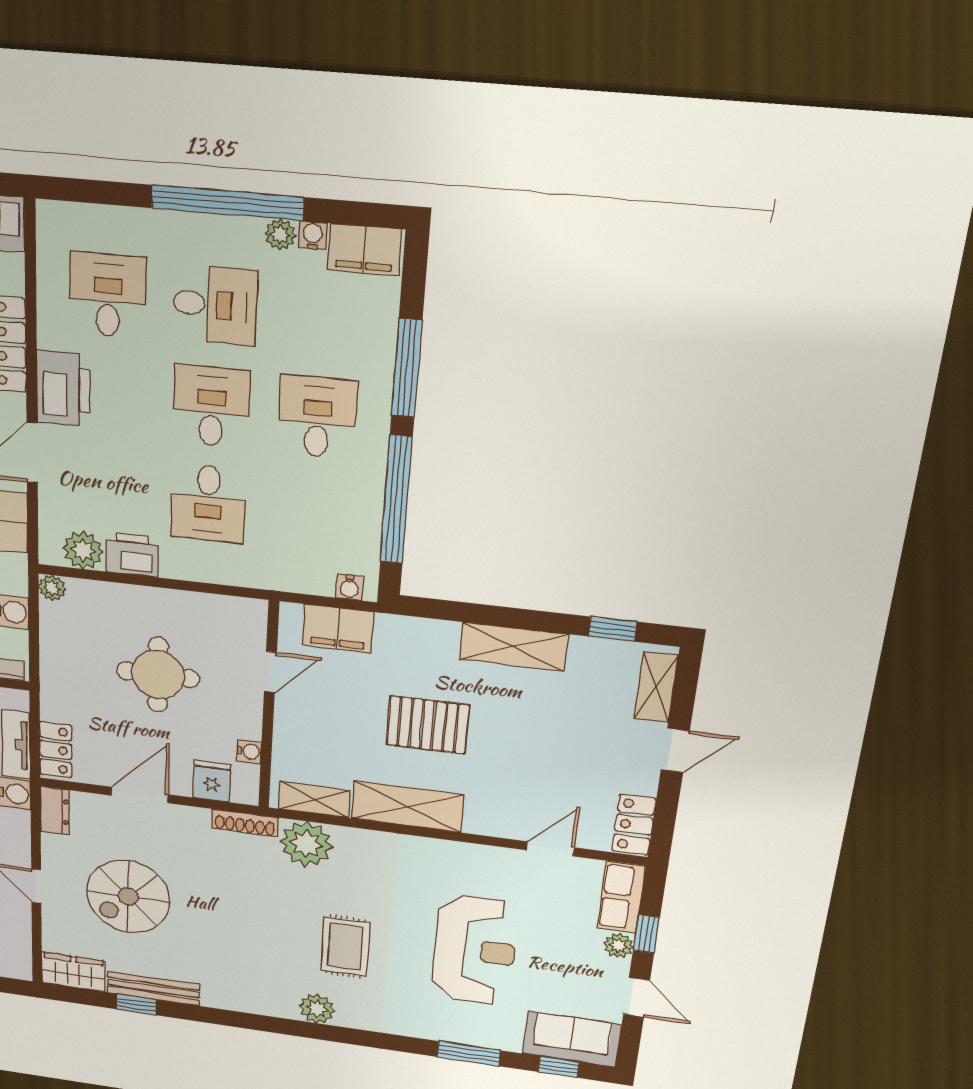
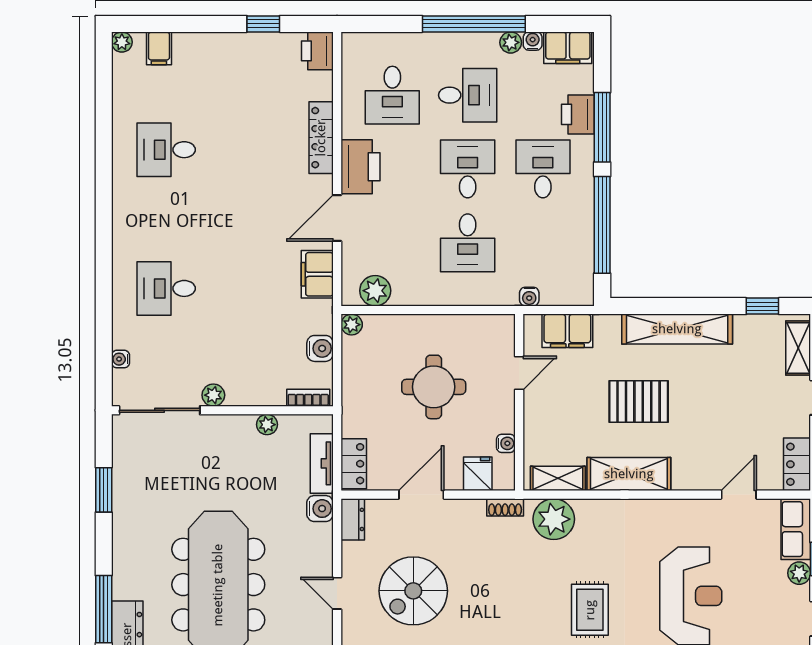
desk: (108, 295) -> (392, 95), turned 180
printer: (132, 555) -> (578, 114), moved, turned -90
water cooler: (349, 587) -> (529, 297), moved
shelving: (514, 647) -> (677, 329), width x1.47
shoe rack: (245, 823) -> (505, 507), width x0.70

